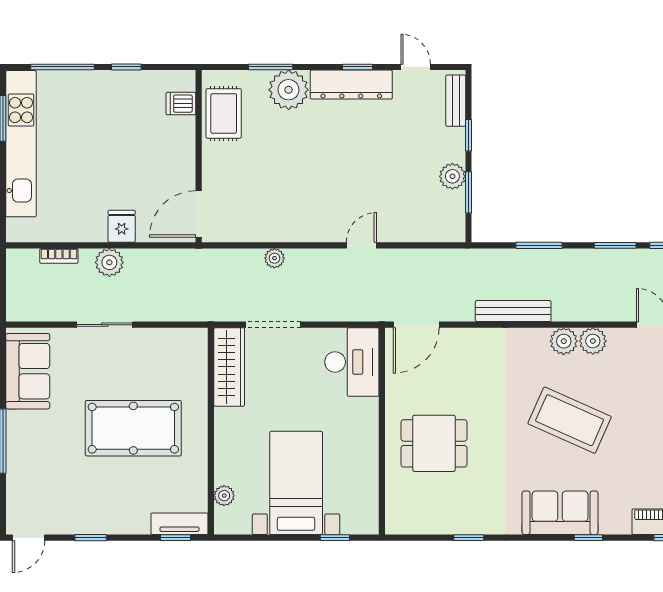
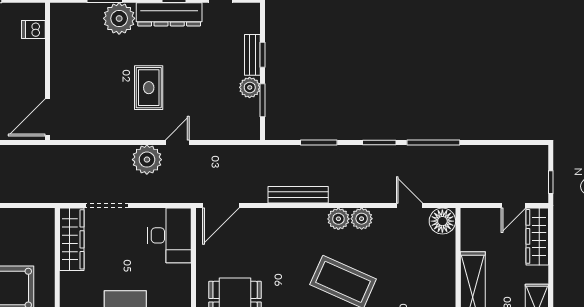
bench: (456, 101) -> (252, 55), moved
rug: (224, 113) -> (149, 88), moved
plant: (274, 258) -> (147, 160), moved, width x1.88, depth x1.88

